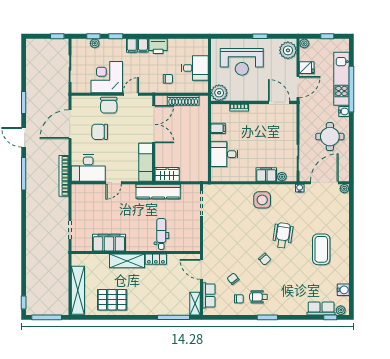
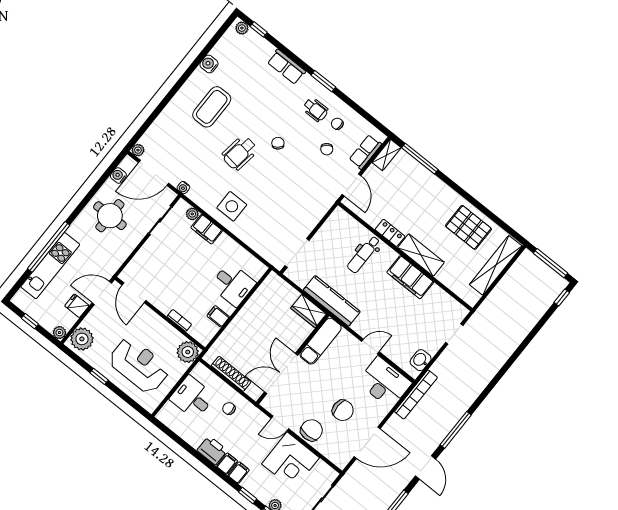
water cooler: (344, 111) -> (118, 176), moved
washbasin: (77, 198) -> (421, 360), added
filing cabinet: (109, 243) -> (410, 277), moved
water cooler: (343, 290) -> (209, 64), moved
row of seats: (321, 308) -> (286, 67), moved

